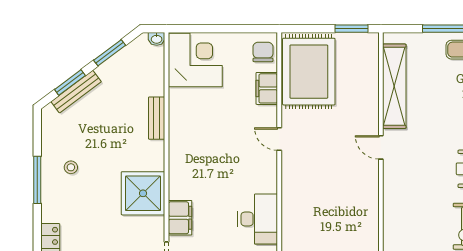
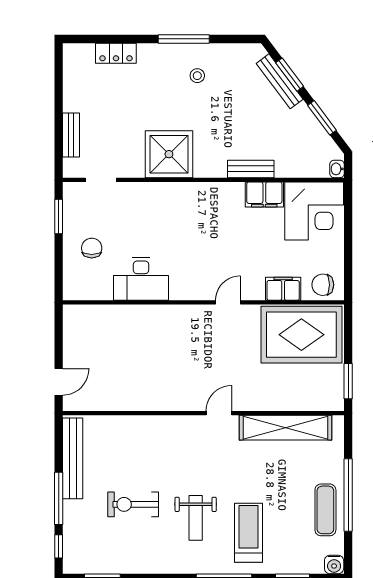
chair: (263, 52) -> (323, 285), turned 180
filing cabinet: (180, 218) -> (264, 194), moved

